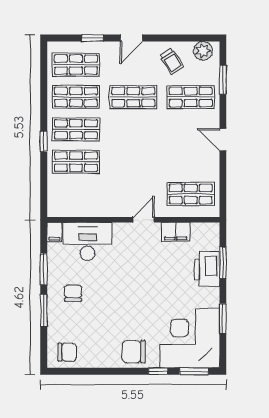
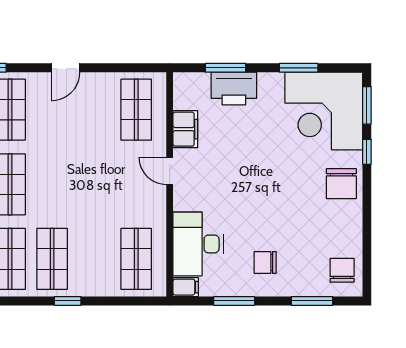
shop shelf: (76, 162) -> (136, 259), moved
window: (44, 310) -> (312, 301), moved

